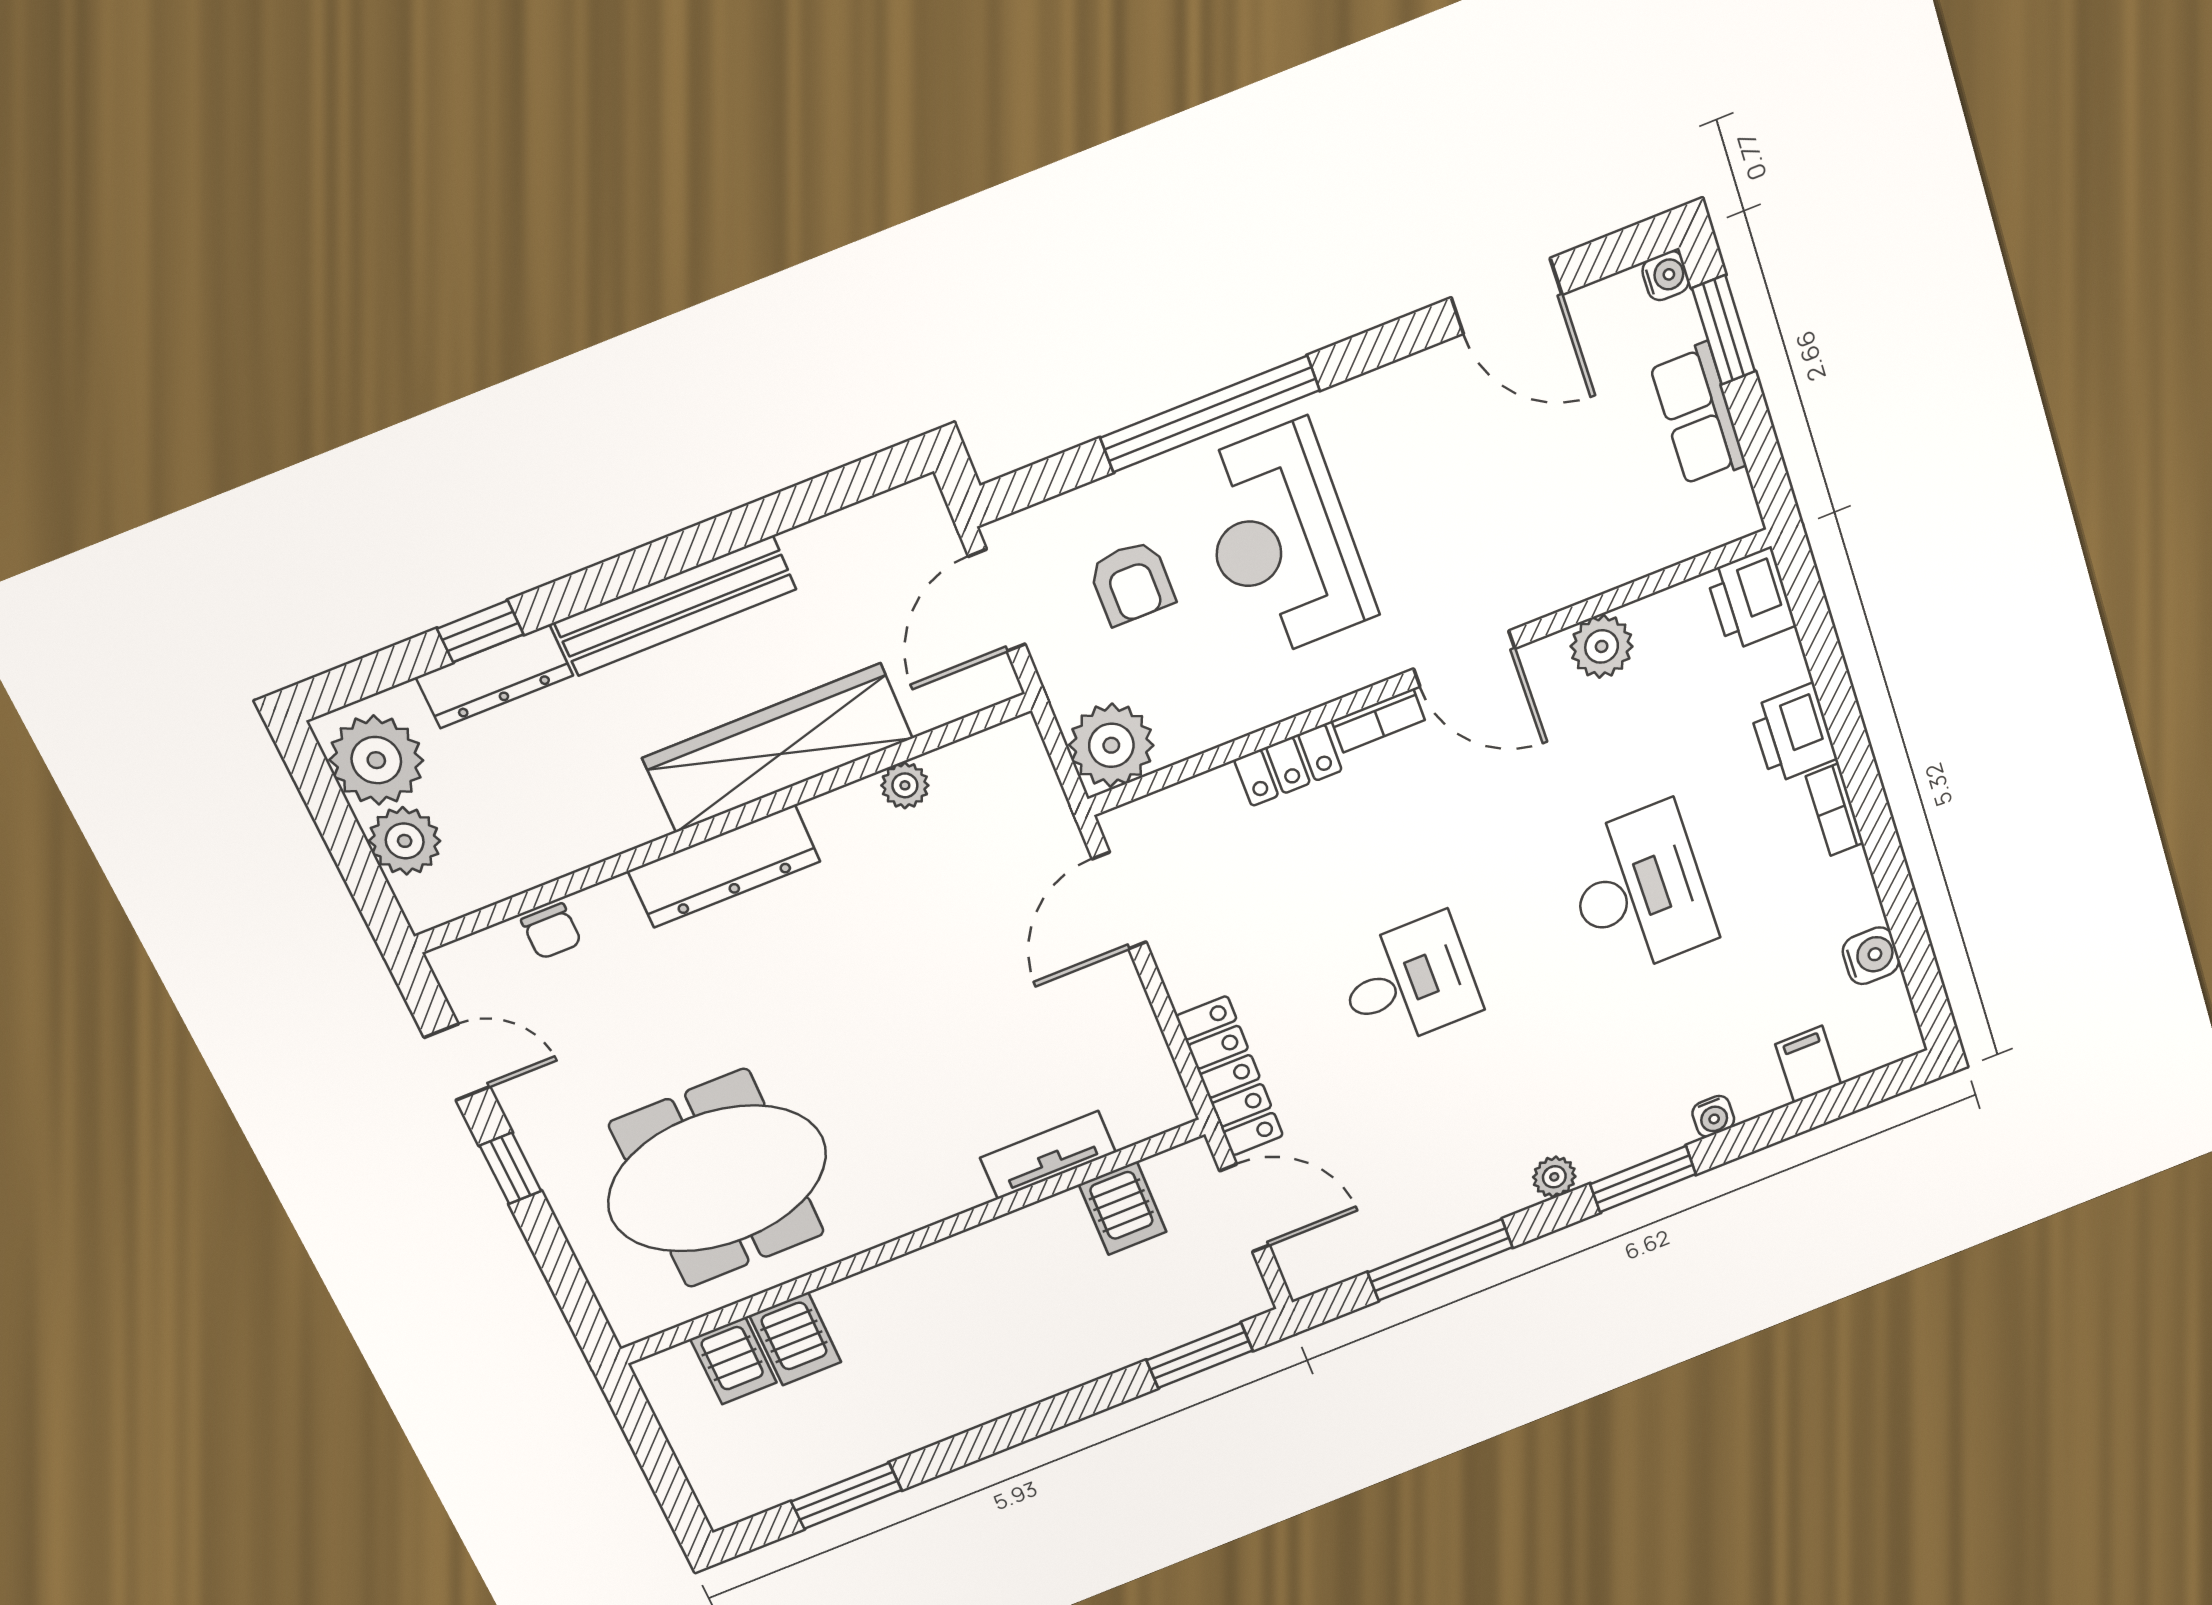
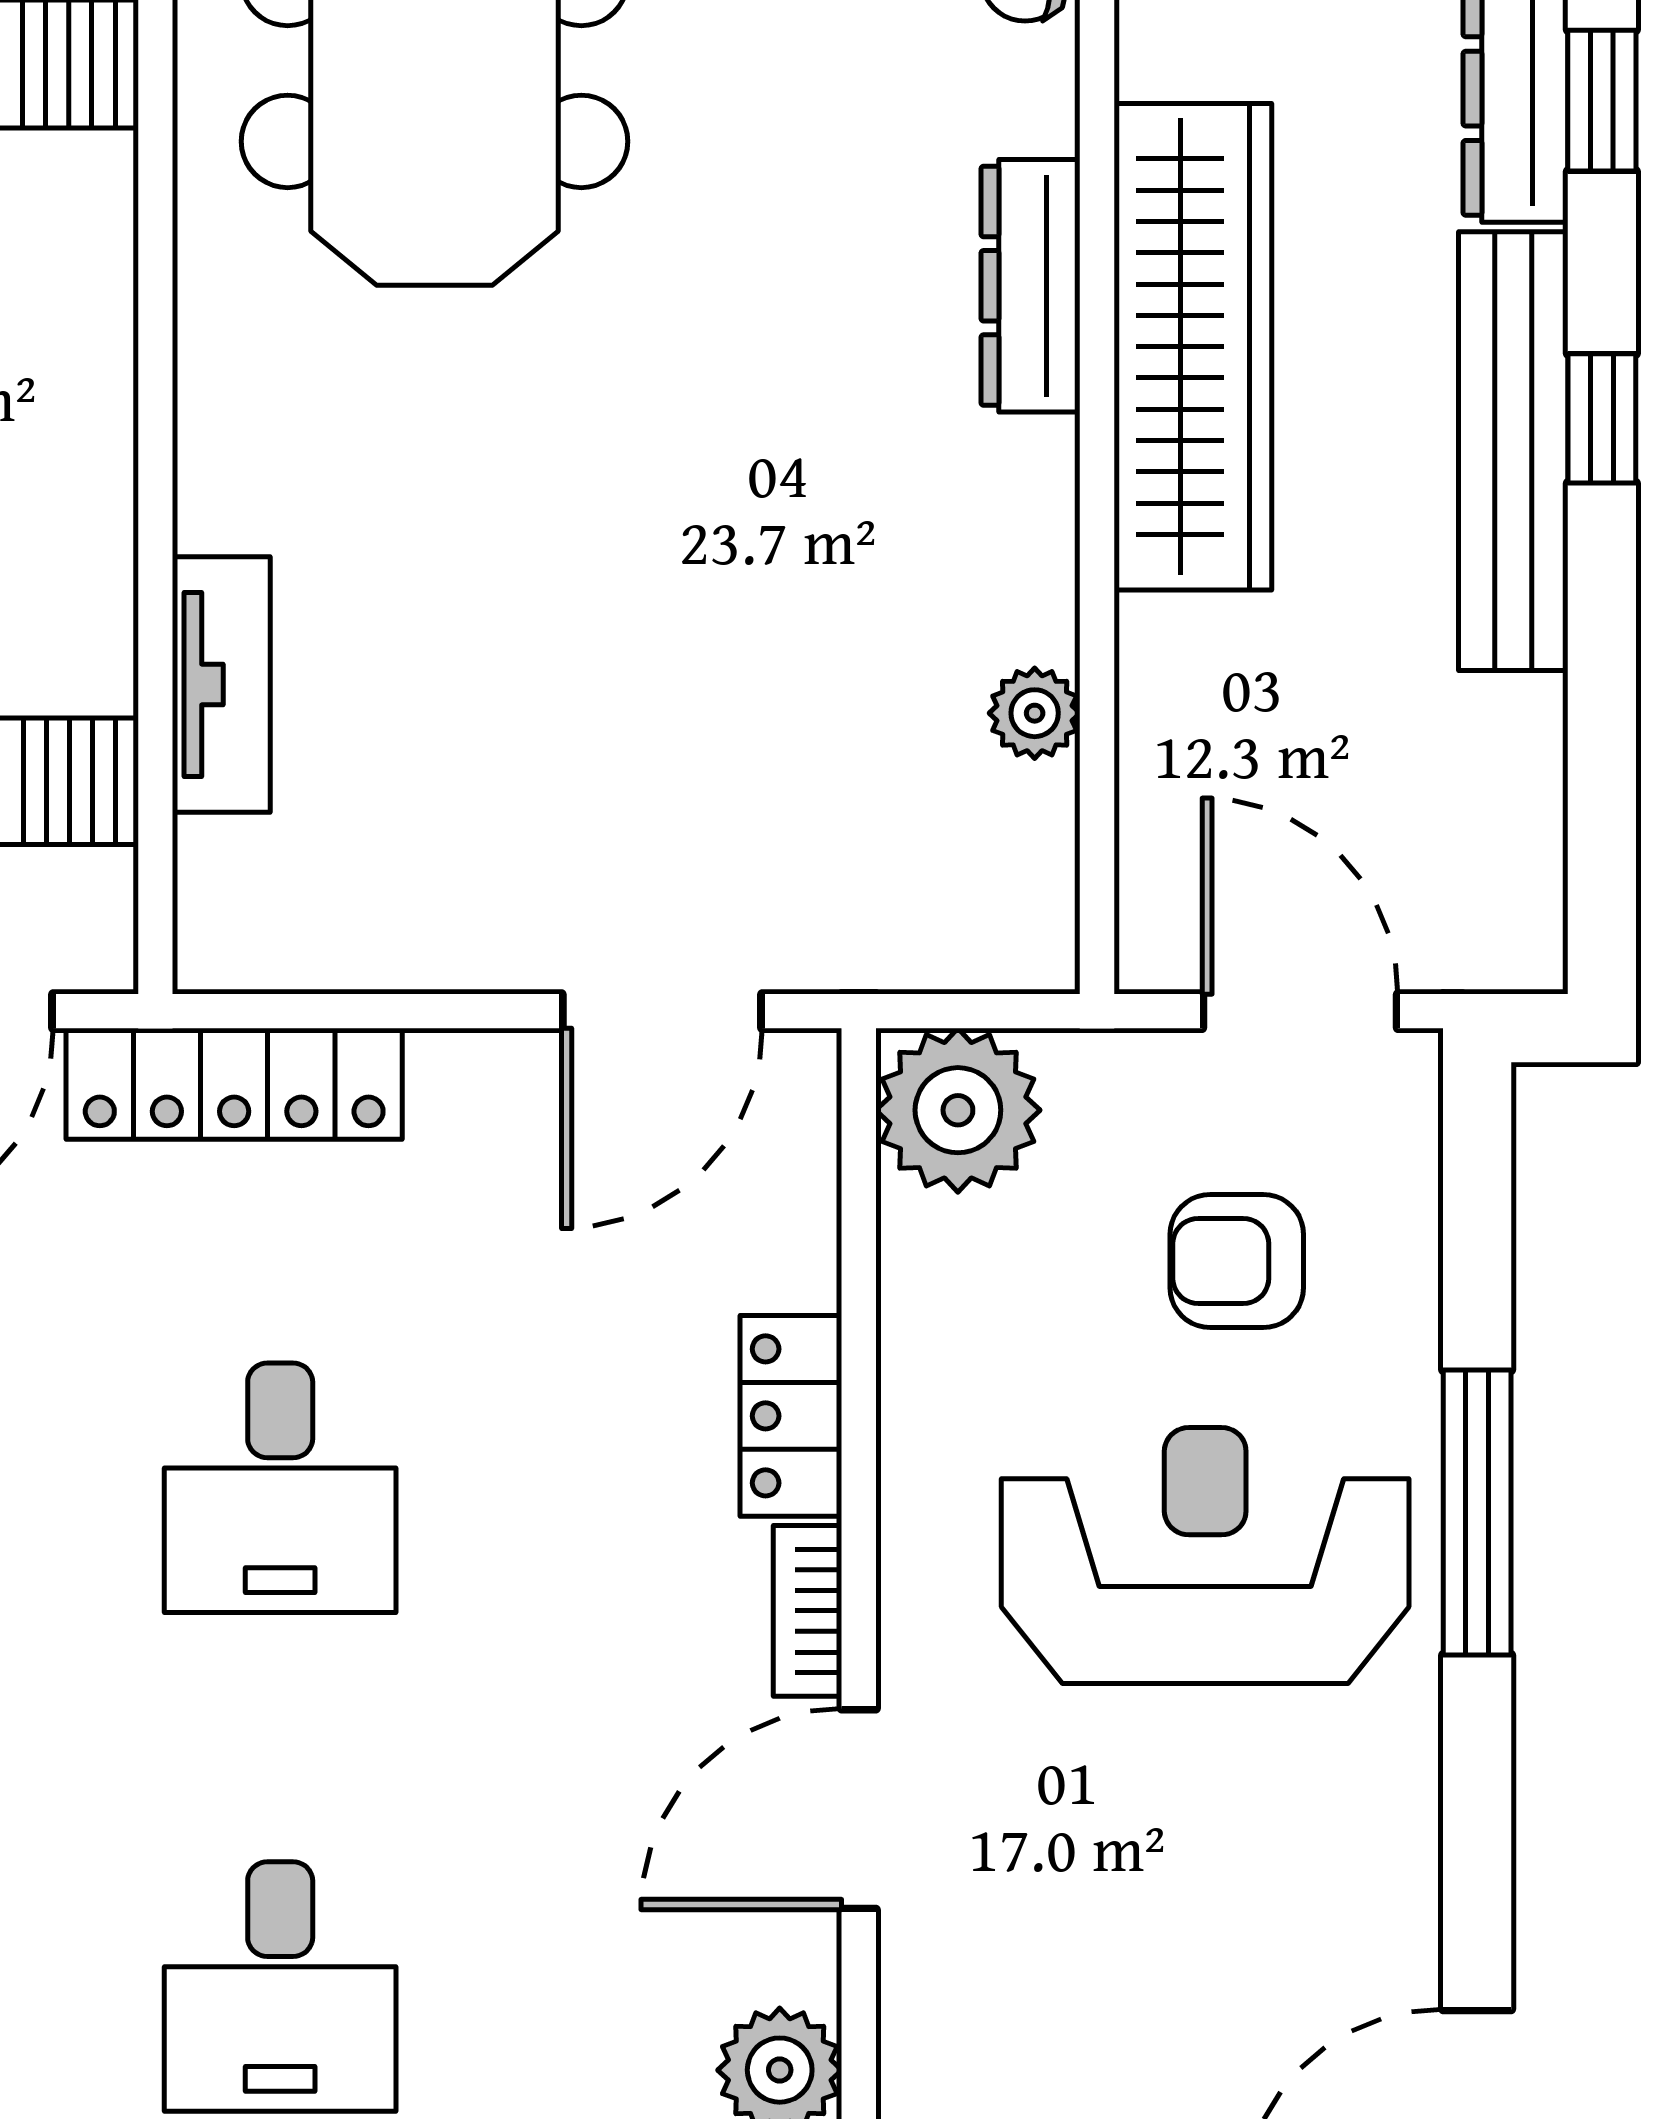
window: (1210, 414) -> (1477, 1513), width x0.68
window: (639, 568) -> (1602, 418), added
wardrobe: (778, 748) -> (1193, 347), moved
dresser: (724, 866) -> (1030, 286), width x0.73, depth x0.80
desk: (1639, 890) -> (280, 1986), width x0.73
door: (1119, 901) -> (662, 1011), swing flipped

